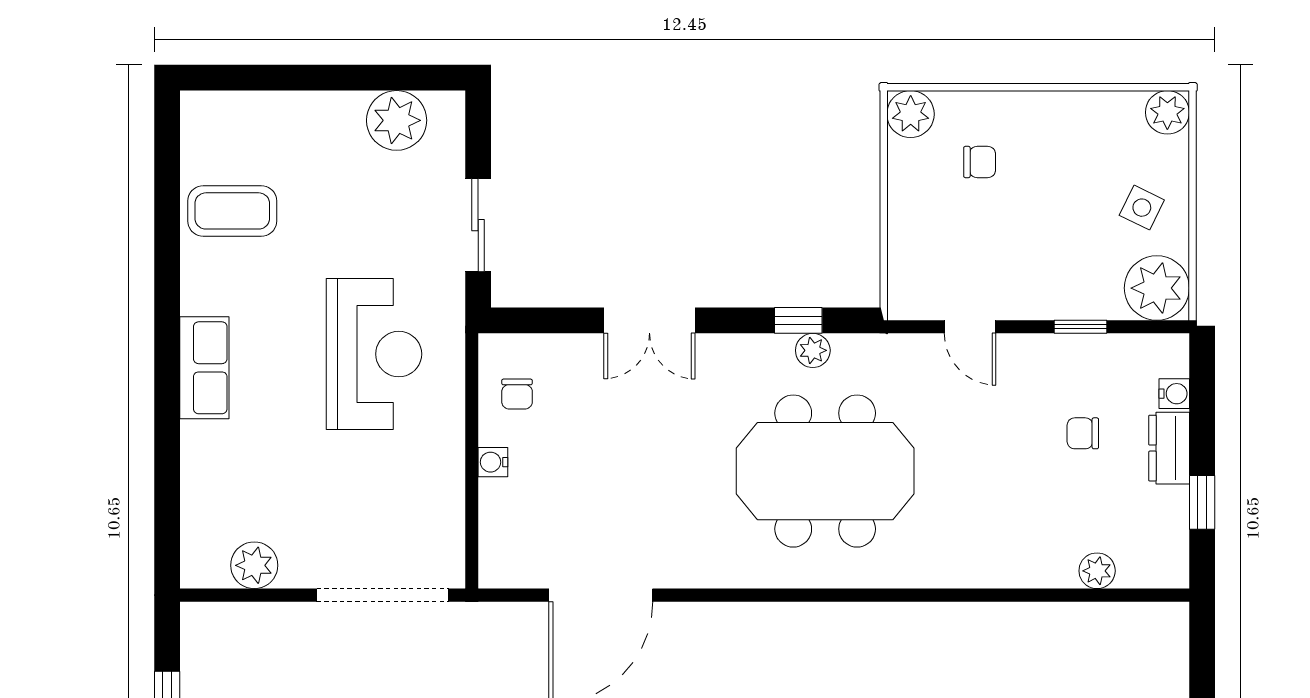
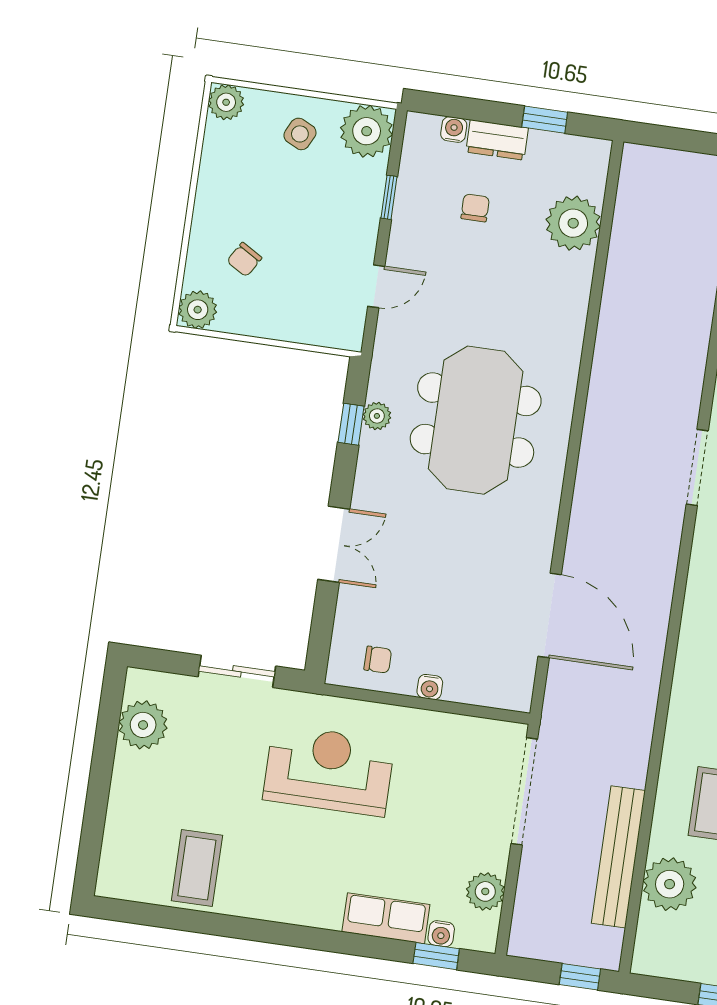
chair: (980, 162) -> (244, 260), turned -149
row of seats: (204, 368) -> (386, 918), moved
chair: (1083, 433) -> (475, 208), turned 180
window: (167, 517) -> (436, 956), added
water cooler: (195, 519) -> (441, 934), added
plant: (1097, 571) -> (573, 223), width x1.88, depth x1.88

